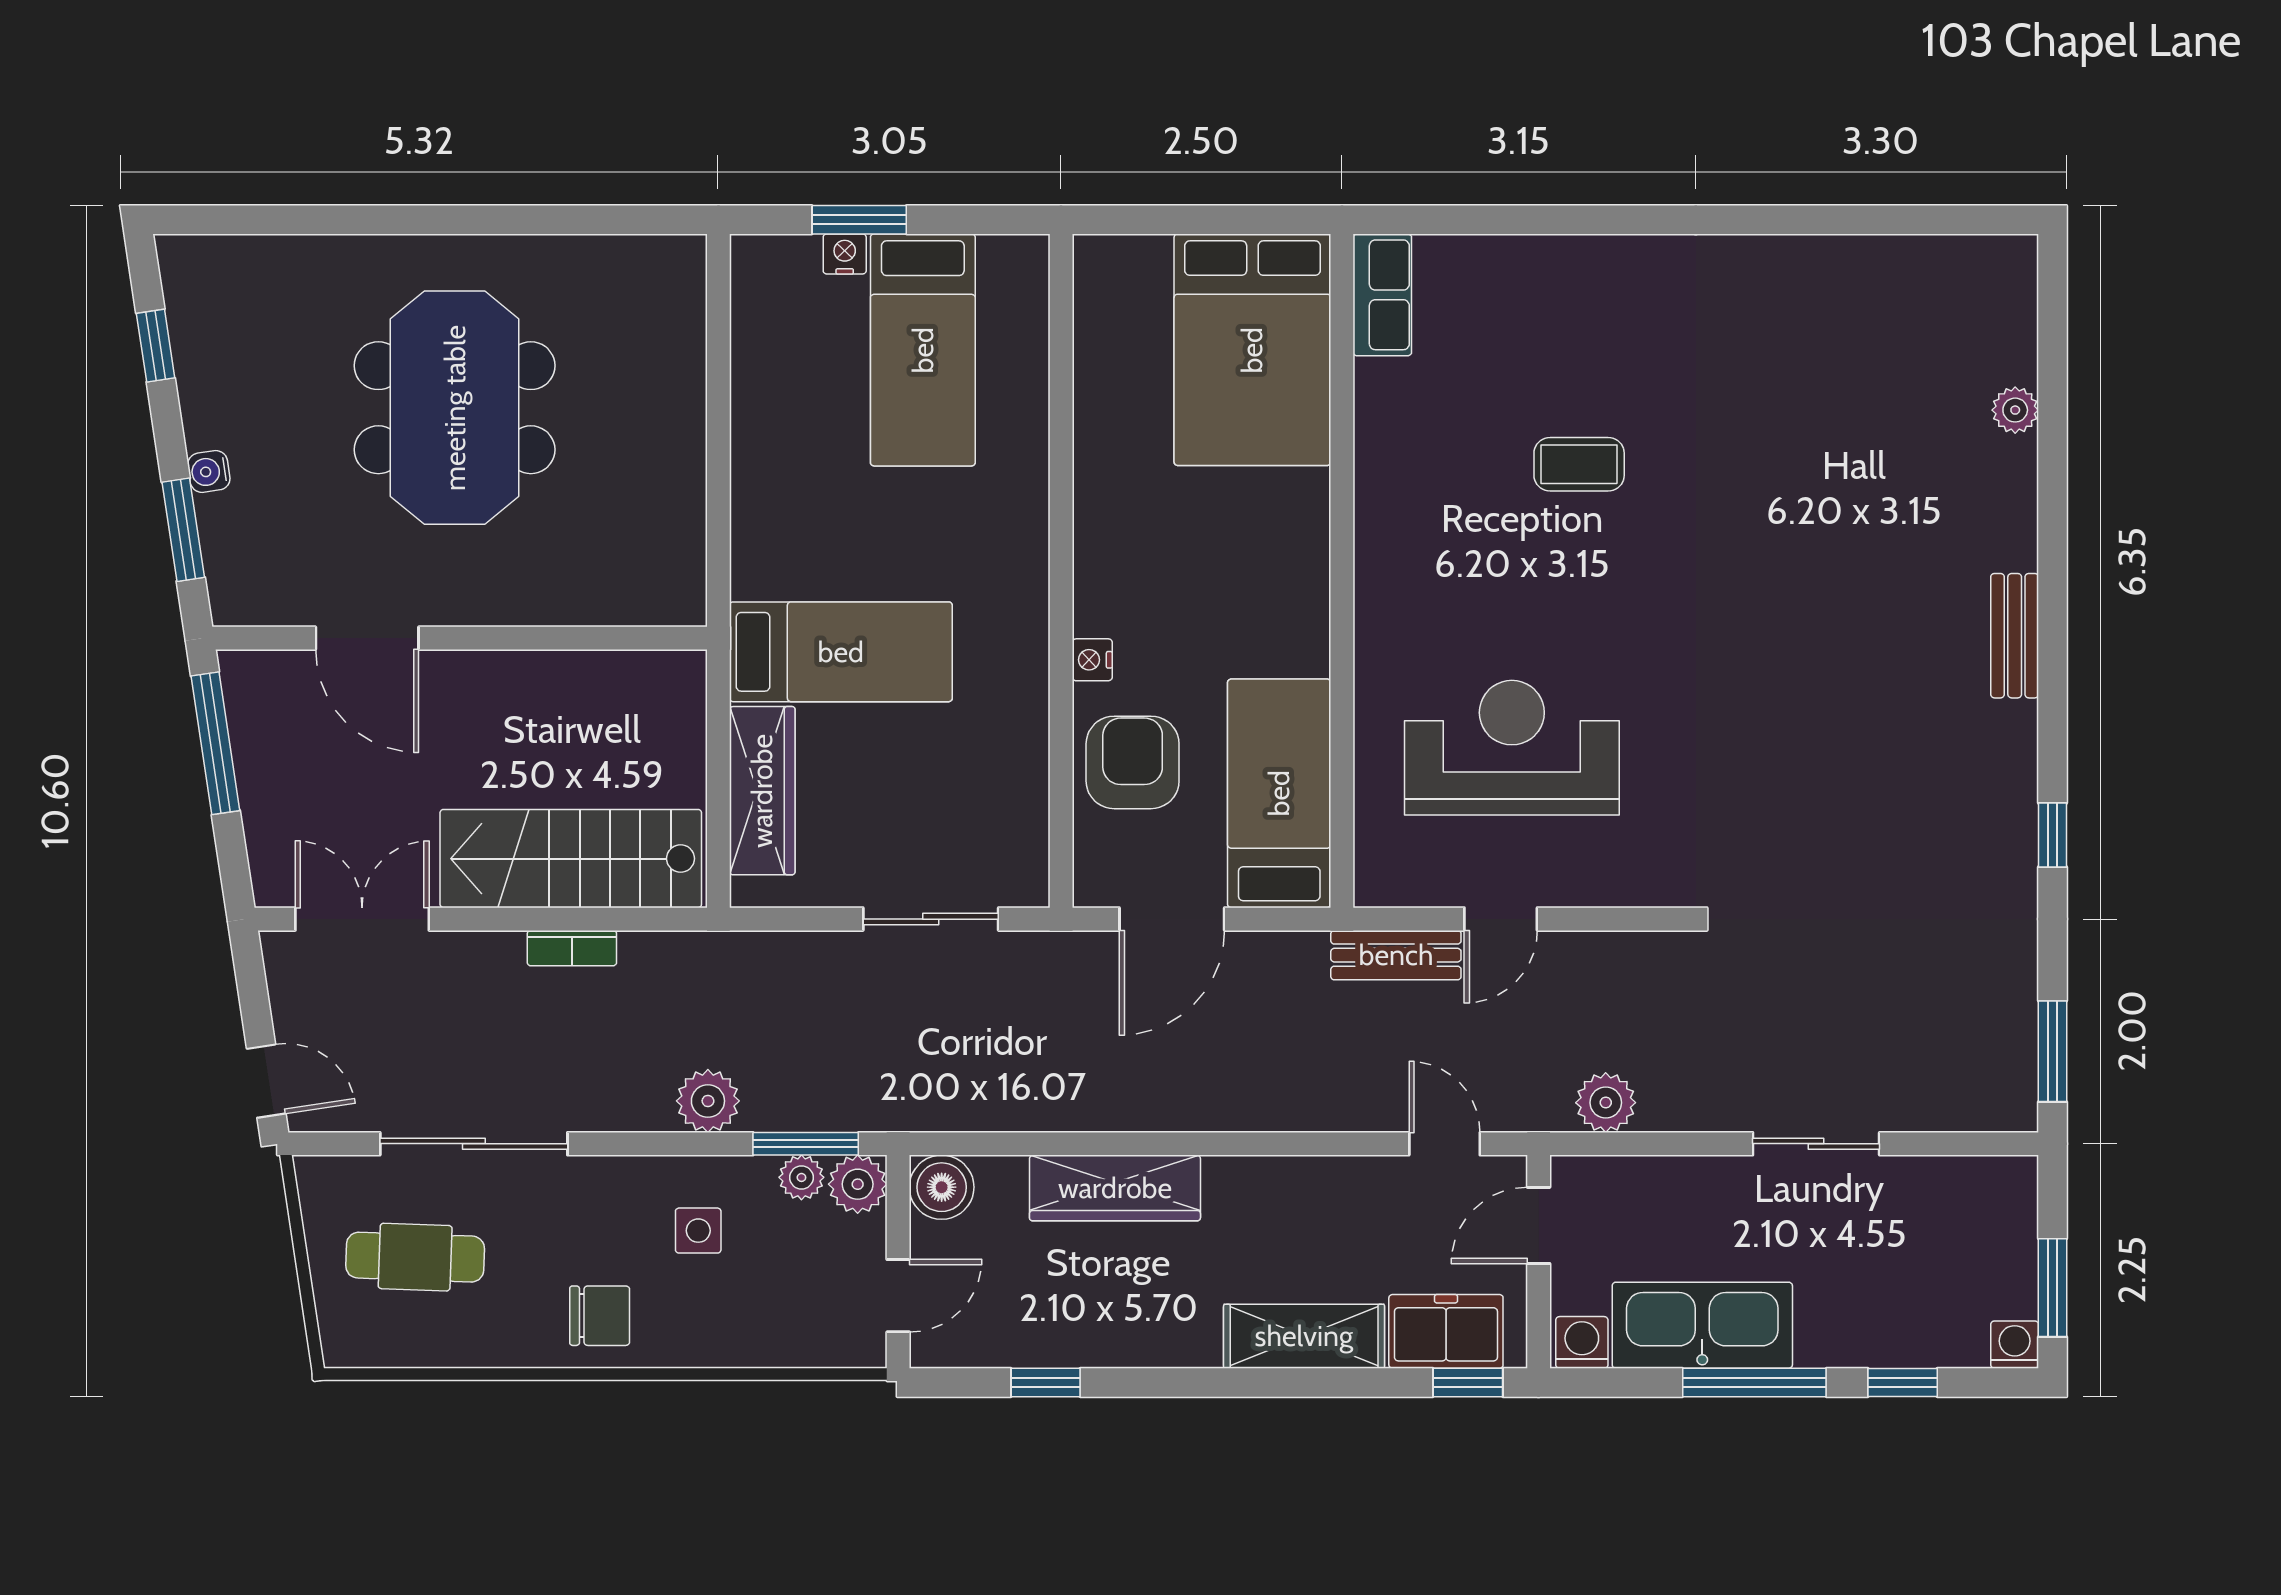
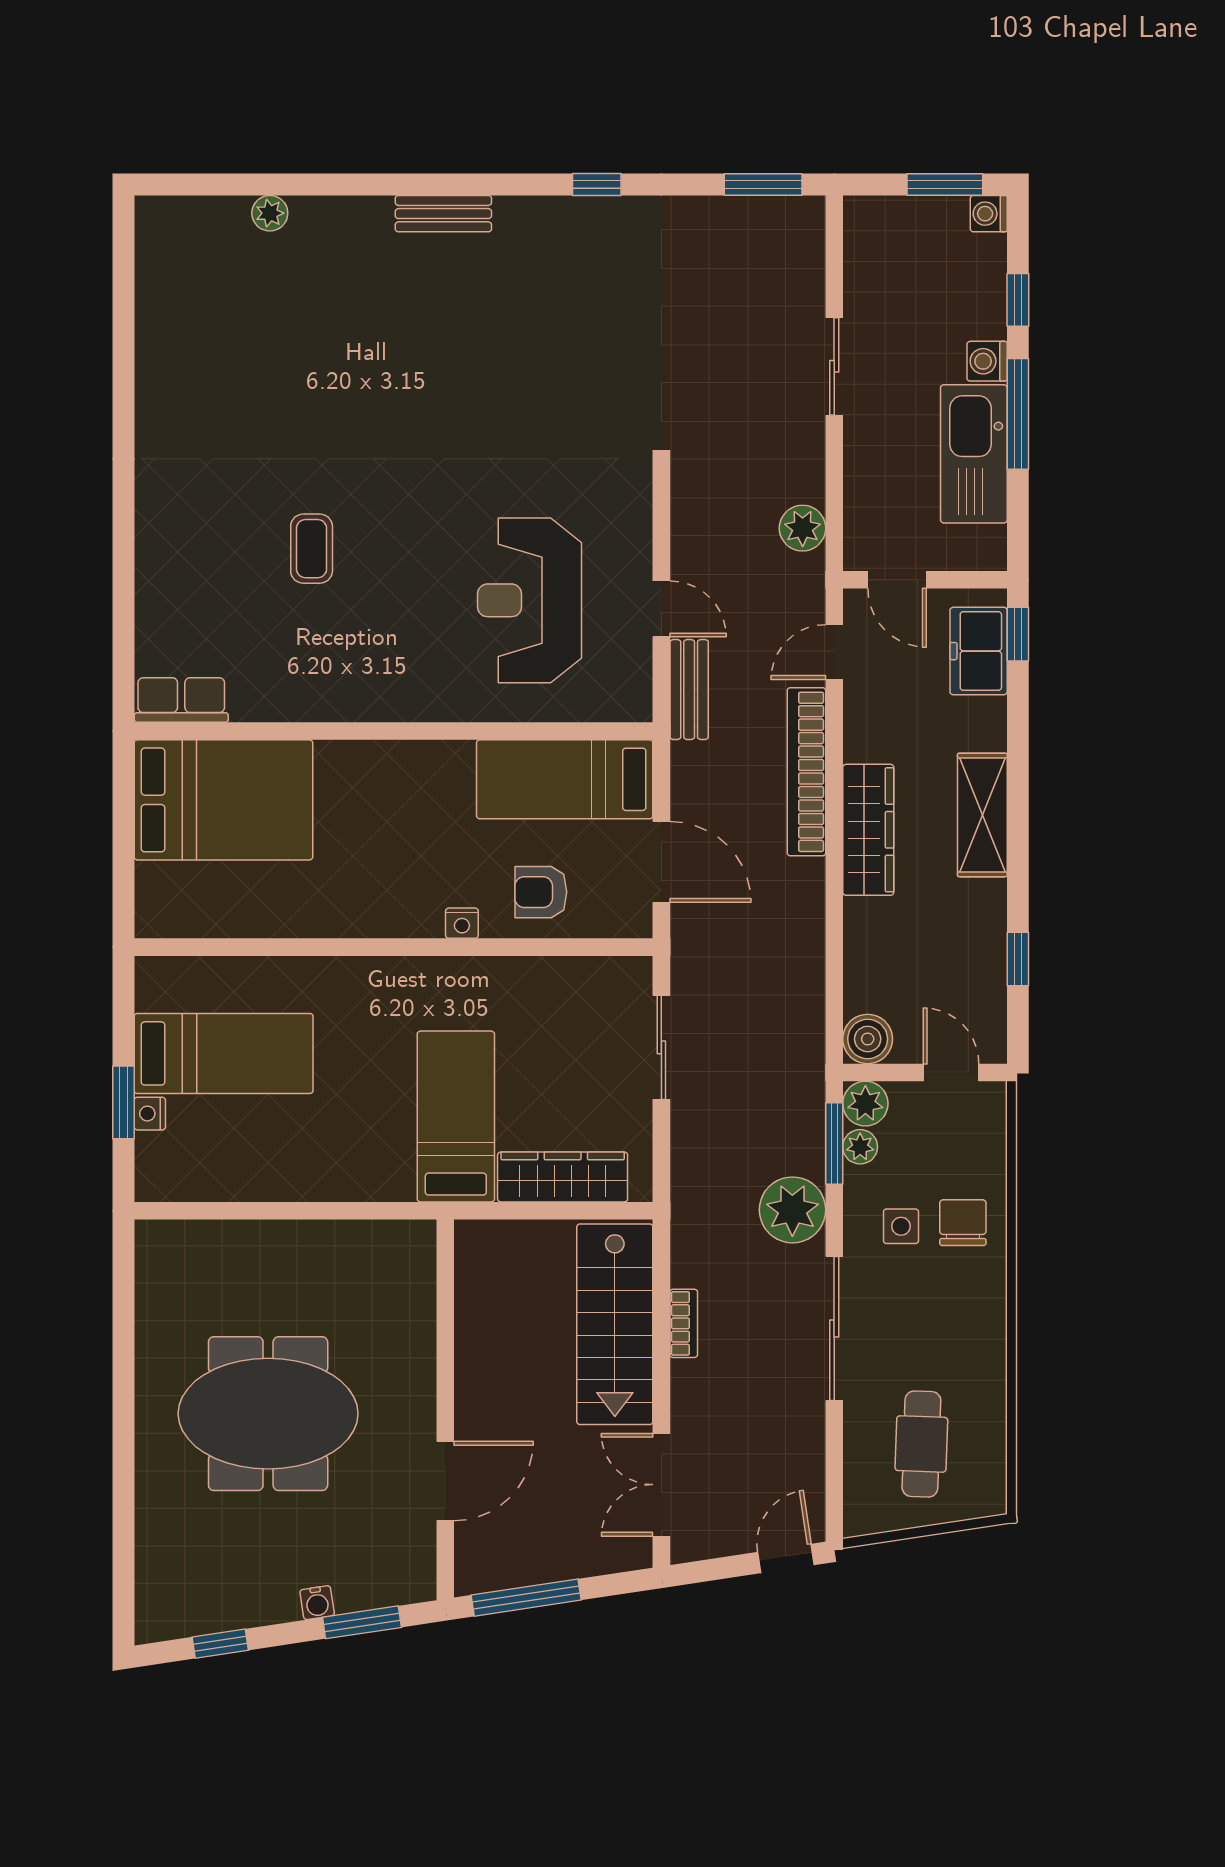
armchair: (1133, 762) -> (541, 892), width x0.72, depth x0.72
plant: (708, 1101) -> (792, 1210), width x1.36, depth x1.36
bookcase: (1289, 1108) -> (806, 772), added
sliding door: (474, 1144) -> (834, 1329), moved
wardrobe: (1115, 1188) -> (868, 830), moved
chair: (600, 1316) -> (963, 1223), moved
shelving: (1304, 1336) -> (982, 815), moved
washing machine: (1582, 1342) -> (987, 361), moved

